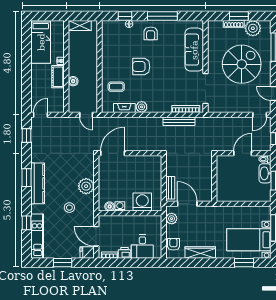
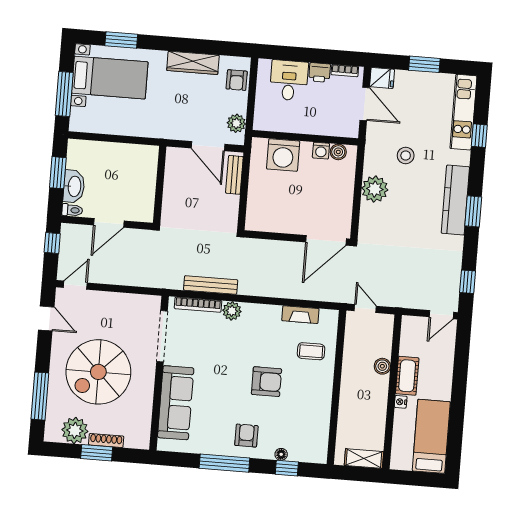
plant: (142, 107) -> (232, 311), moved

